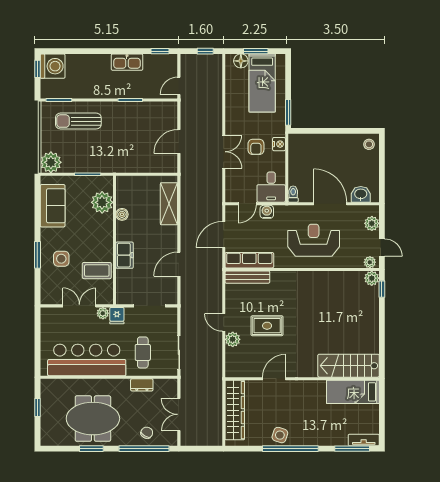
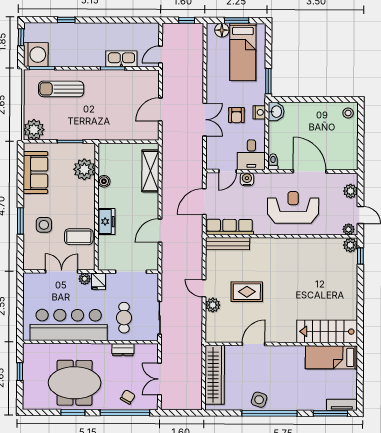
window: (160, 51) -> (66, 20), moved
kitchen sink: (127, 62) -> (121, 59), moved, turned 180
washing machine: (53, 66) -> (36, 55), moved
washbasin: (361, 194) -> (276, 112), moved, turned 90

